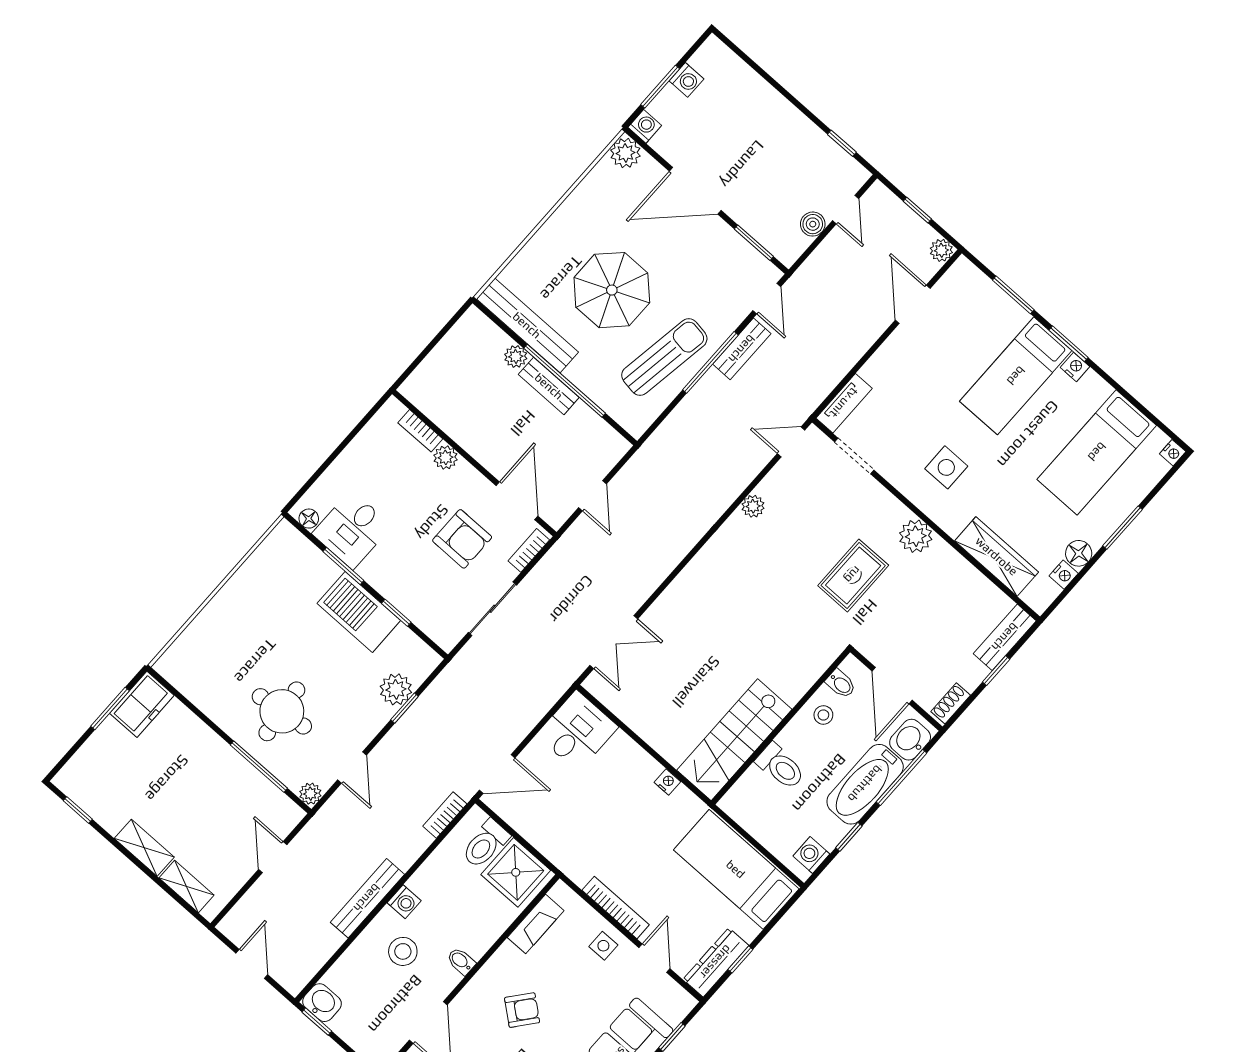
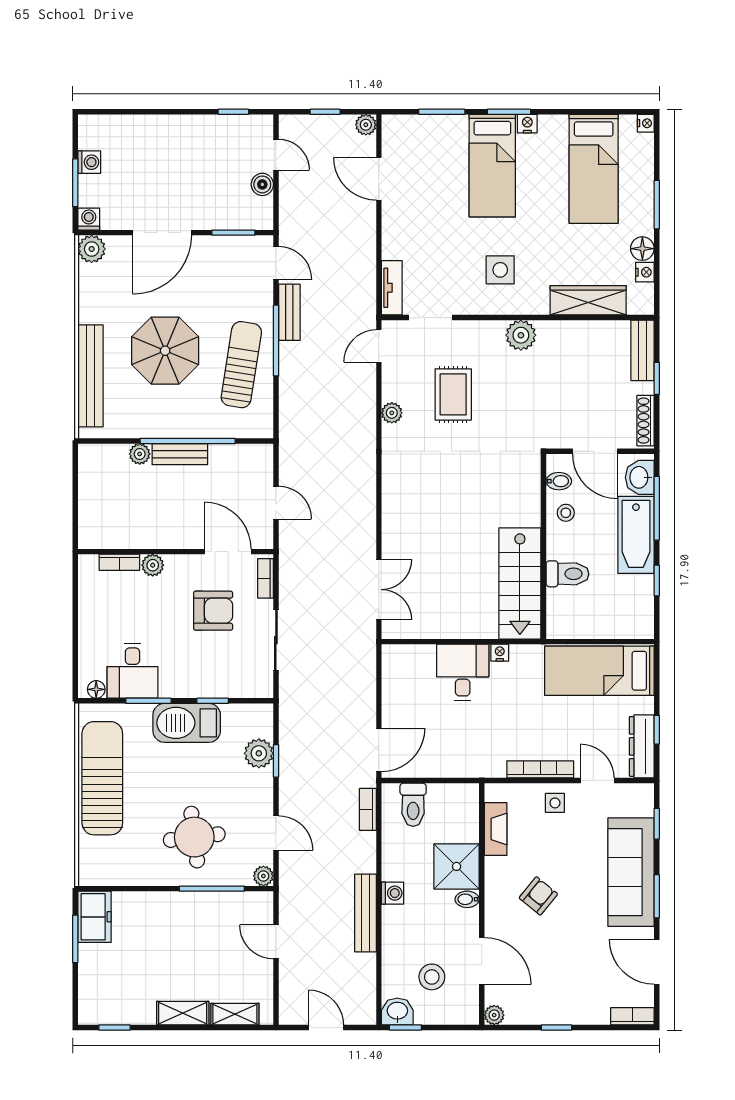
bench: (527, 325) -> (91, 376), moved, turned 90
rug: (853, 575) -> (453, 394), moved
sun lounger: (249, 596) -> (102, 778), added
shoe rack: (951, 703) -> (646, 421), width x1.43
desk: (577, 731) -> (463, 672), moved
washing machine: (811, 855) -> (642, 616), removed
shower: (516, 872) -> (457, 866), moved
stool: (403, 951) -> (432, 977), moved

